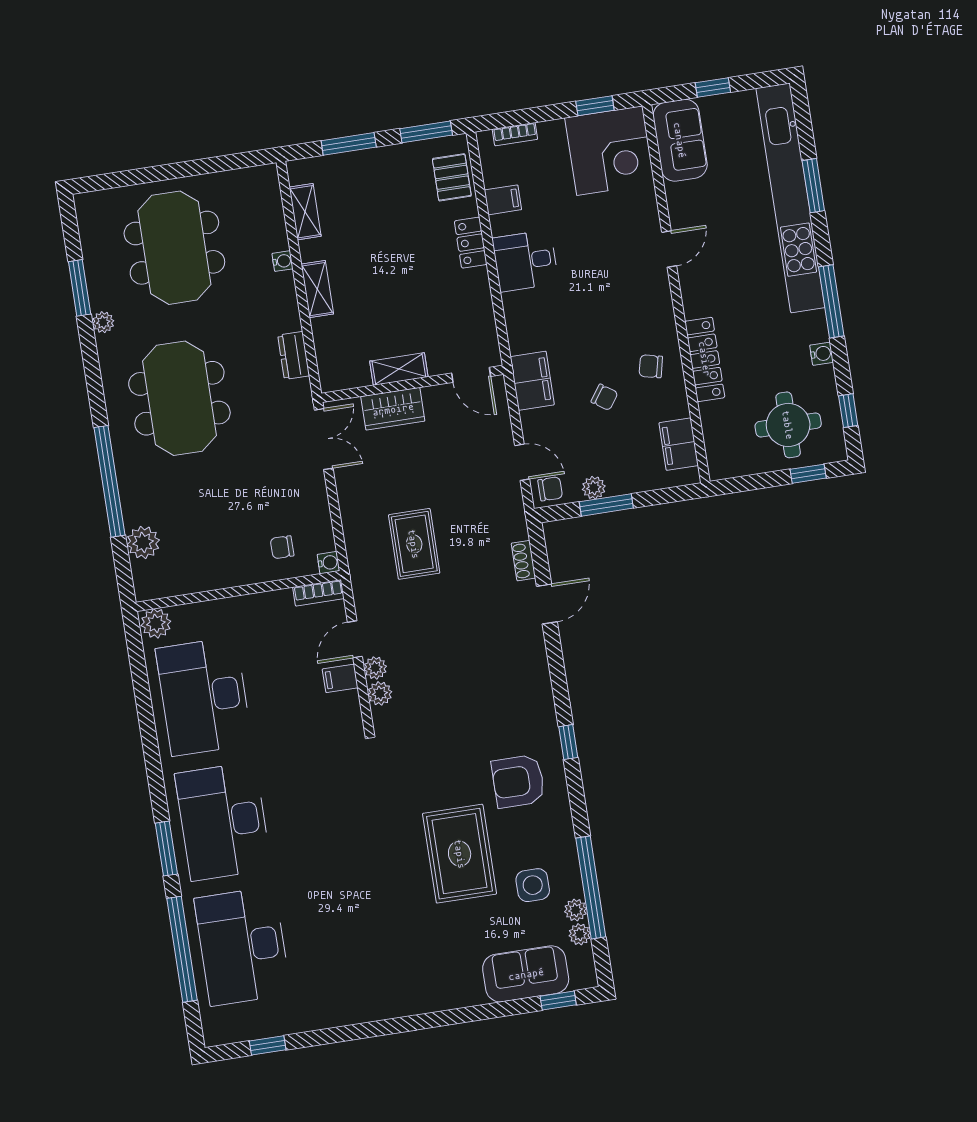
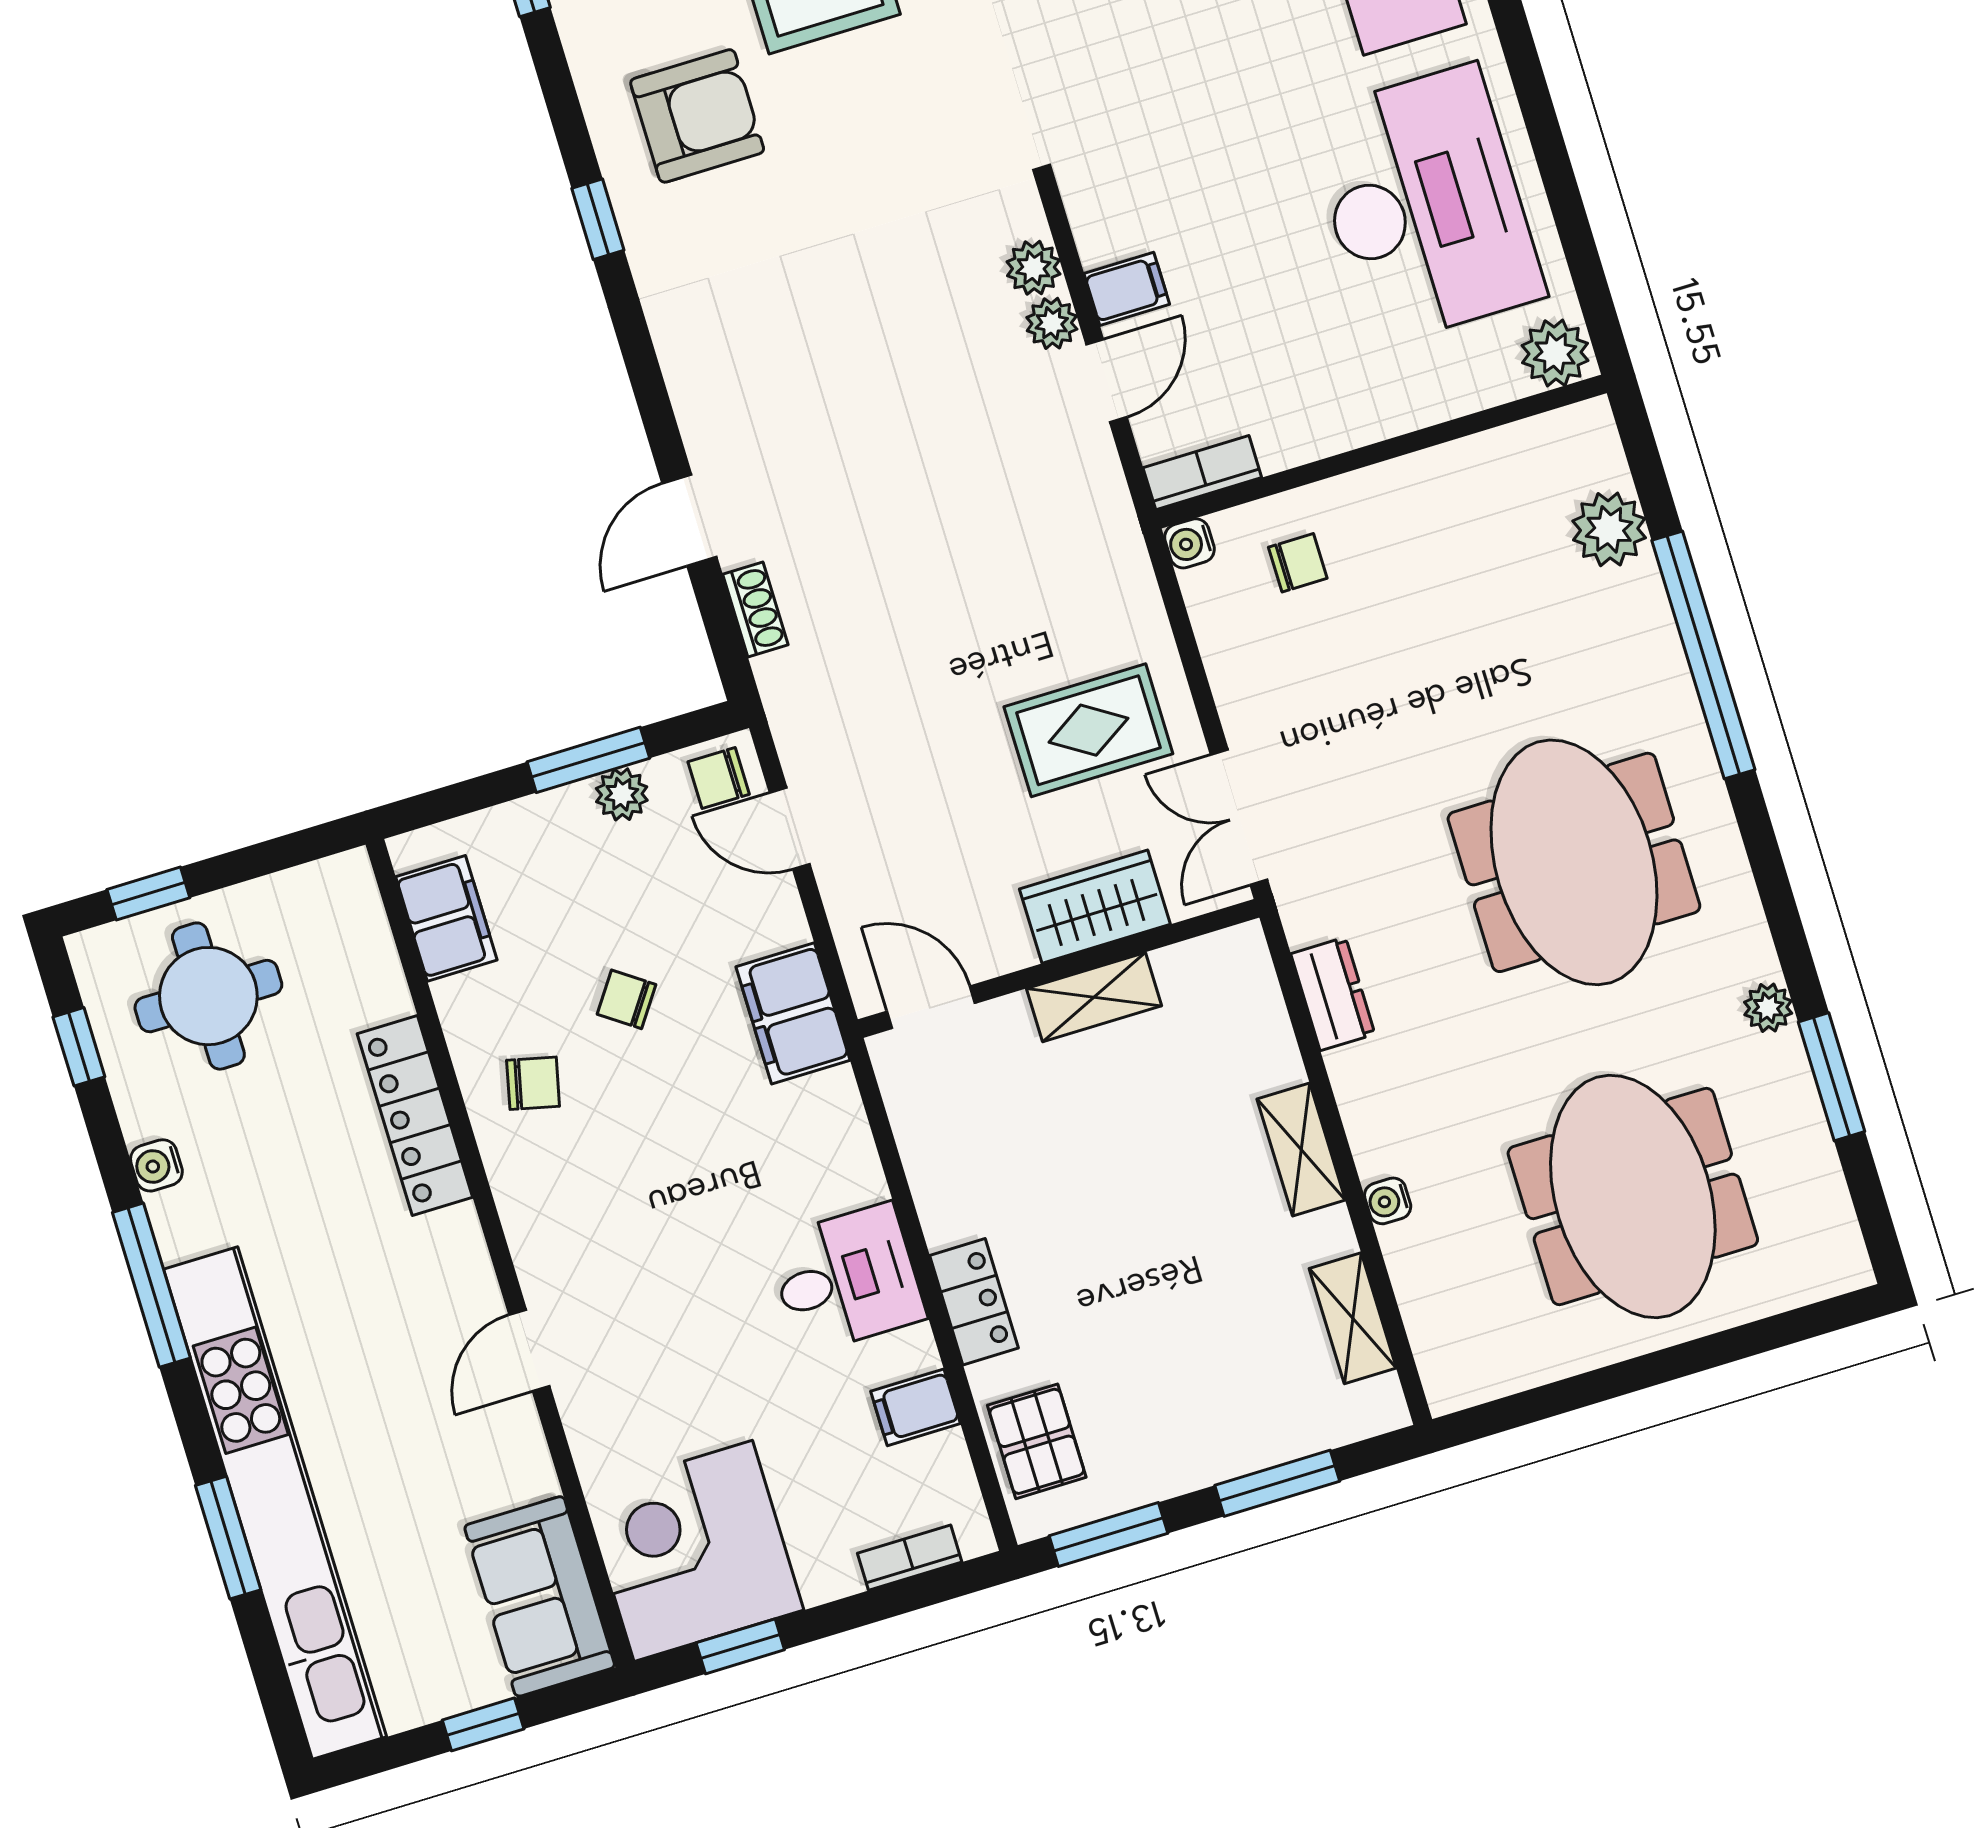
rug: (414, 544) -> (1088, 730), moved, turned 90

